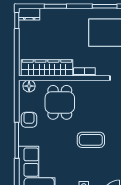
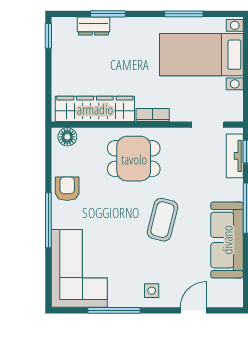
dresser: (29, 14) -> (93, 26), moved
dining table: (60, 102) -> (134, 159), moved, turned 90
coffee table: (91, 140) -> (162, 220), turned -76

